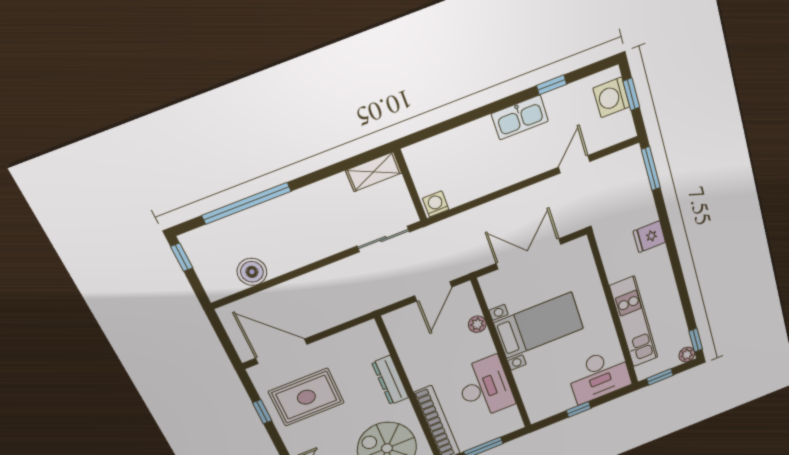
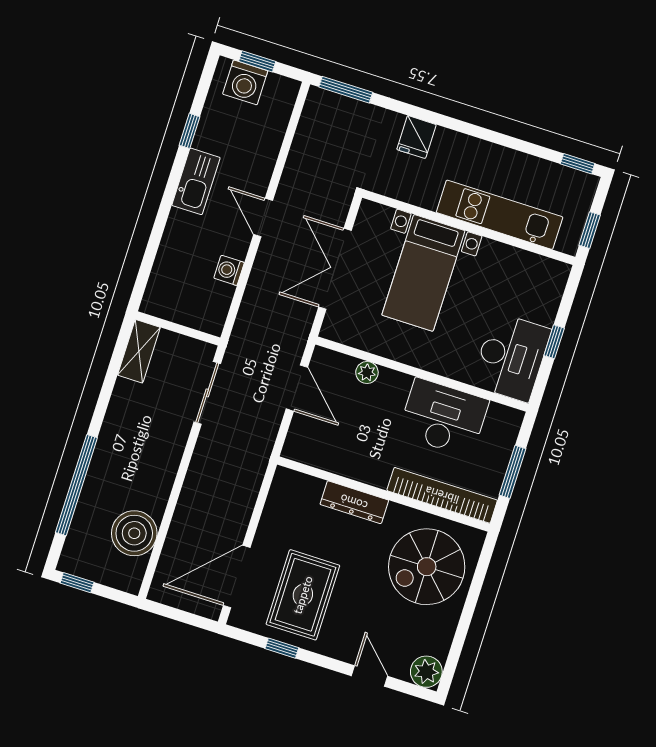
door: (574, 164) -> (263, 217), moved
washing machine: (436, 204) -> (229, 270), moved
boiler: (252, 272) -> (134, 533), width x1.37, depth x1.37
bed with nightstands: (539, 325) -> (423, 273), moved, turned 180
plant: (687, 355) -> (587, 184), removed
desk: (599, 376) -> (511, 357), moved

